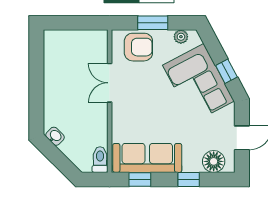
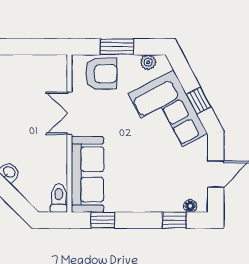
sofa: (147, 158) -> (87, 174), moved, turned 90
floor lamp: (214, 161) -> (190, 206), width x0.53, depth x0.53
window: (189, 179) -> (174, 220), moved

